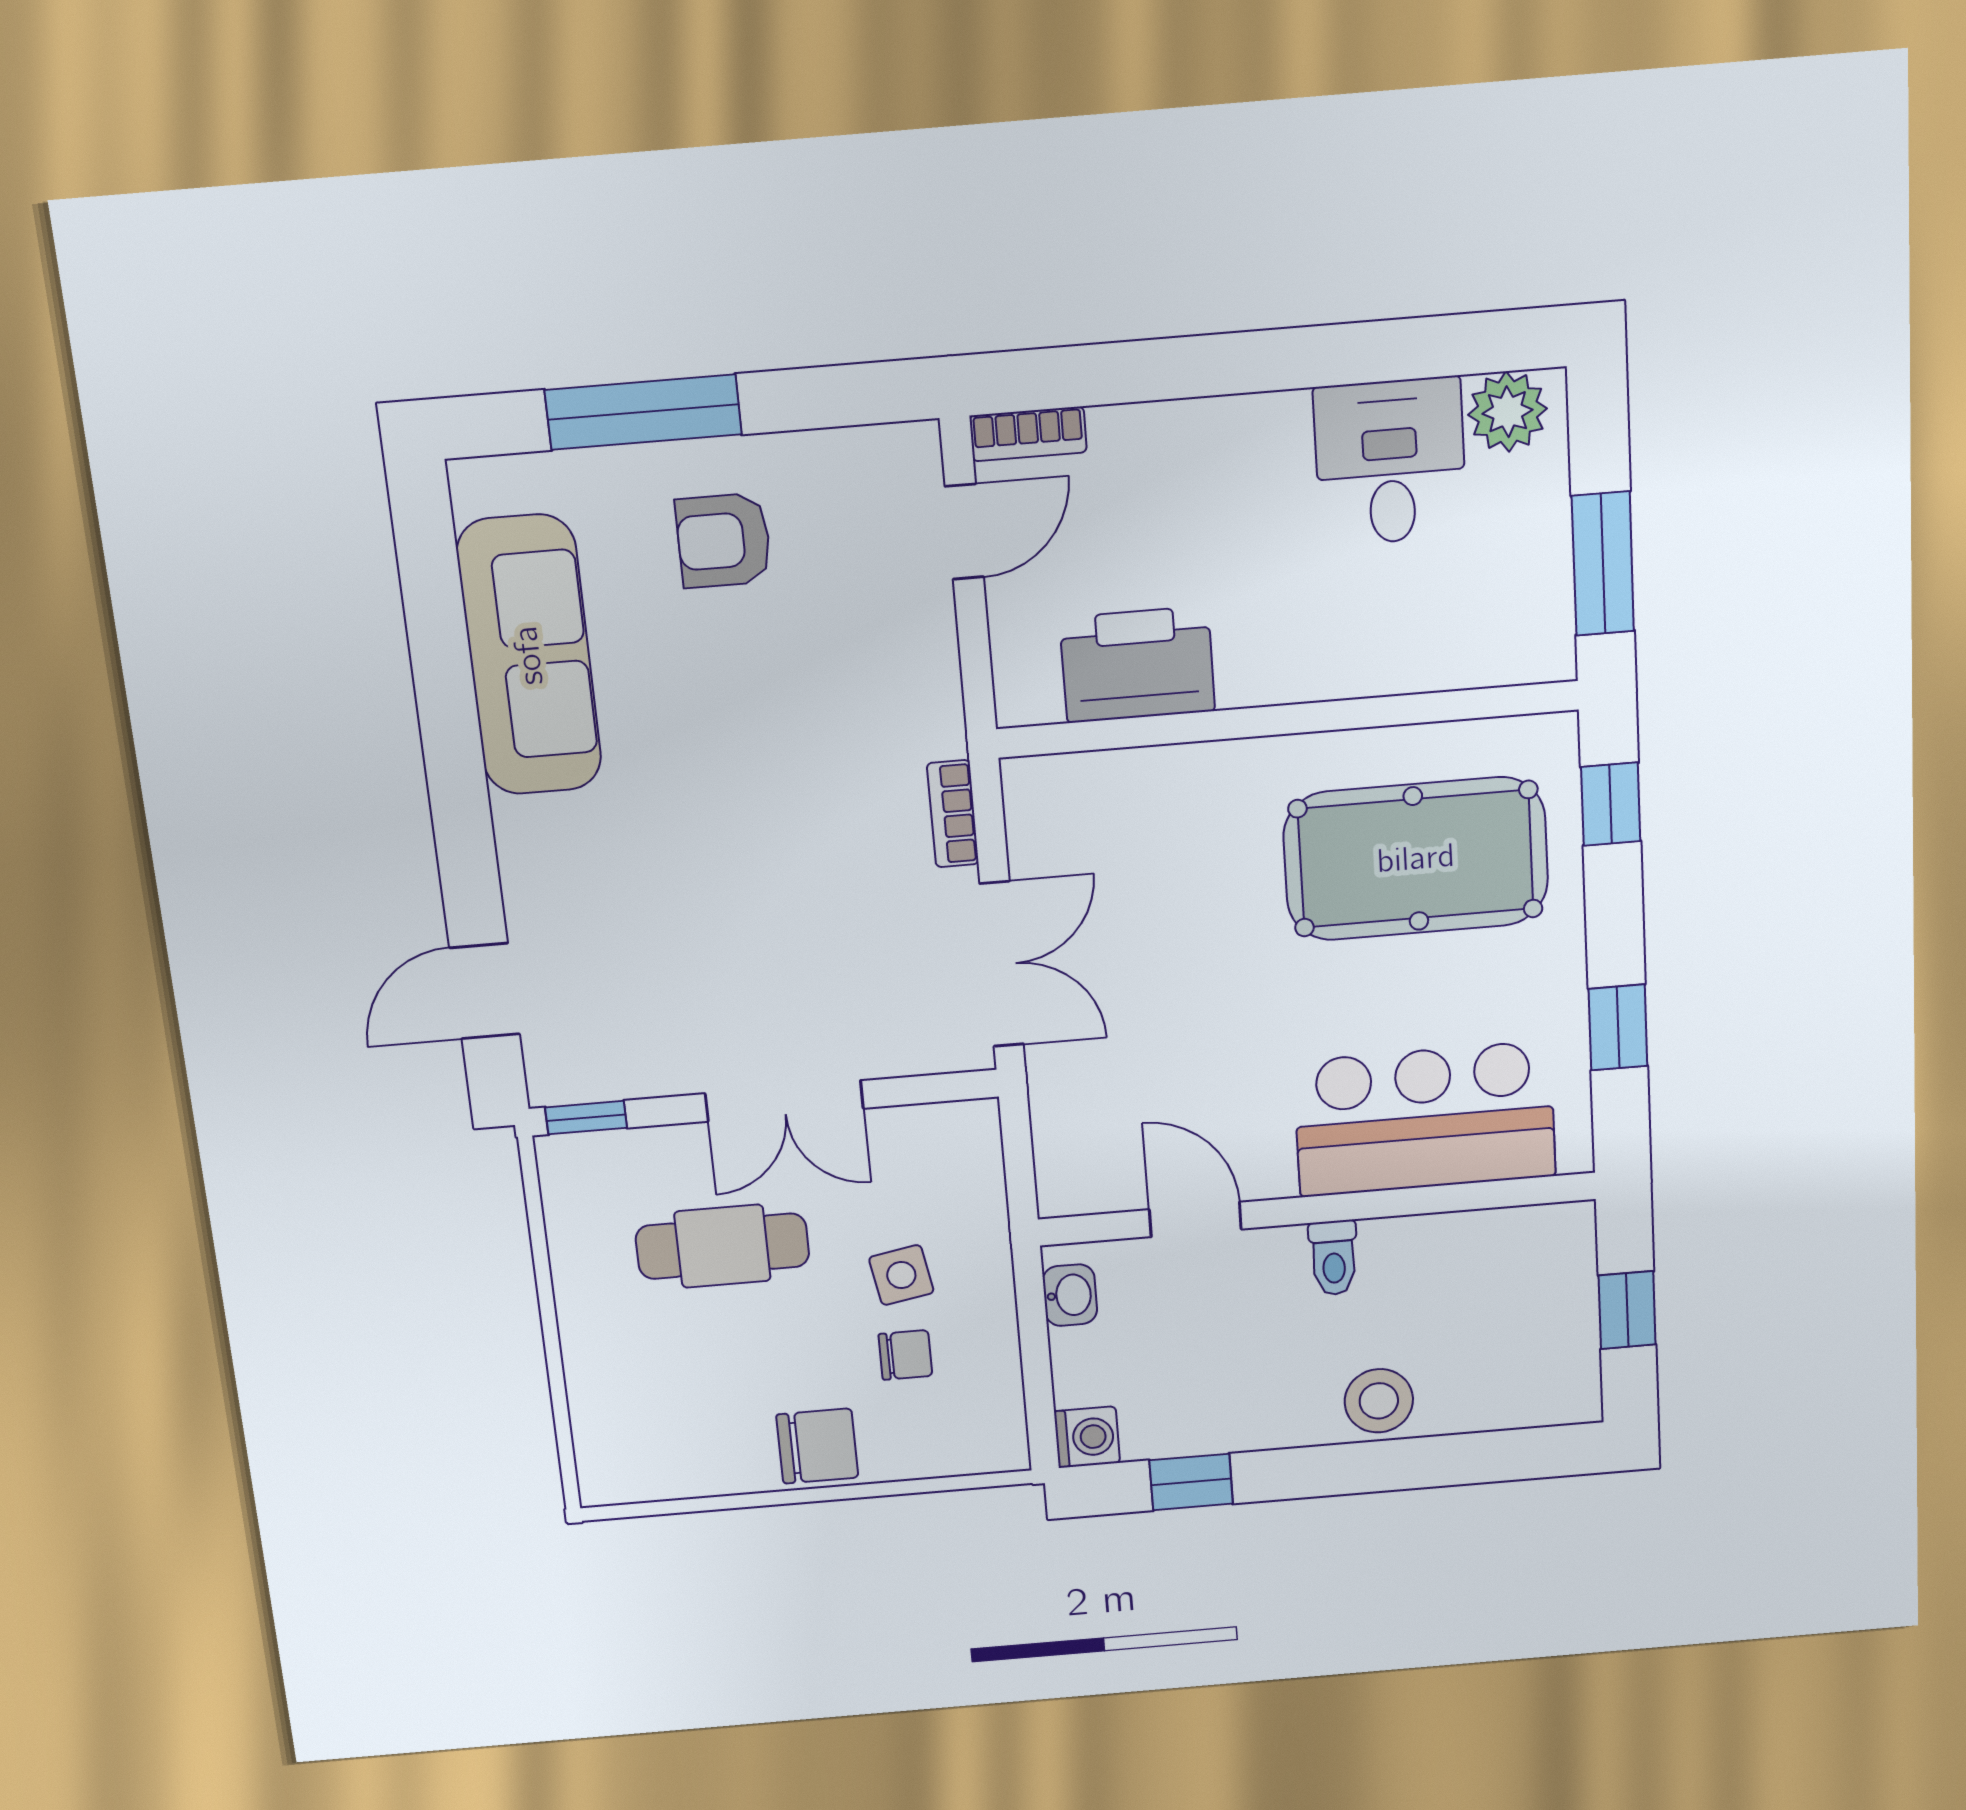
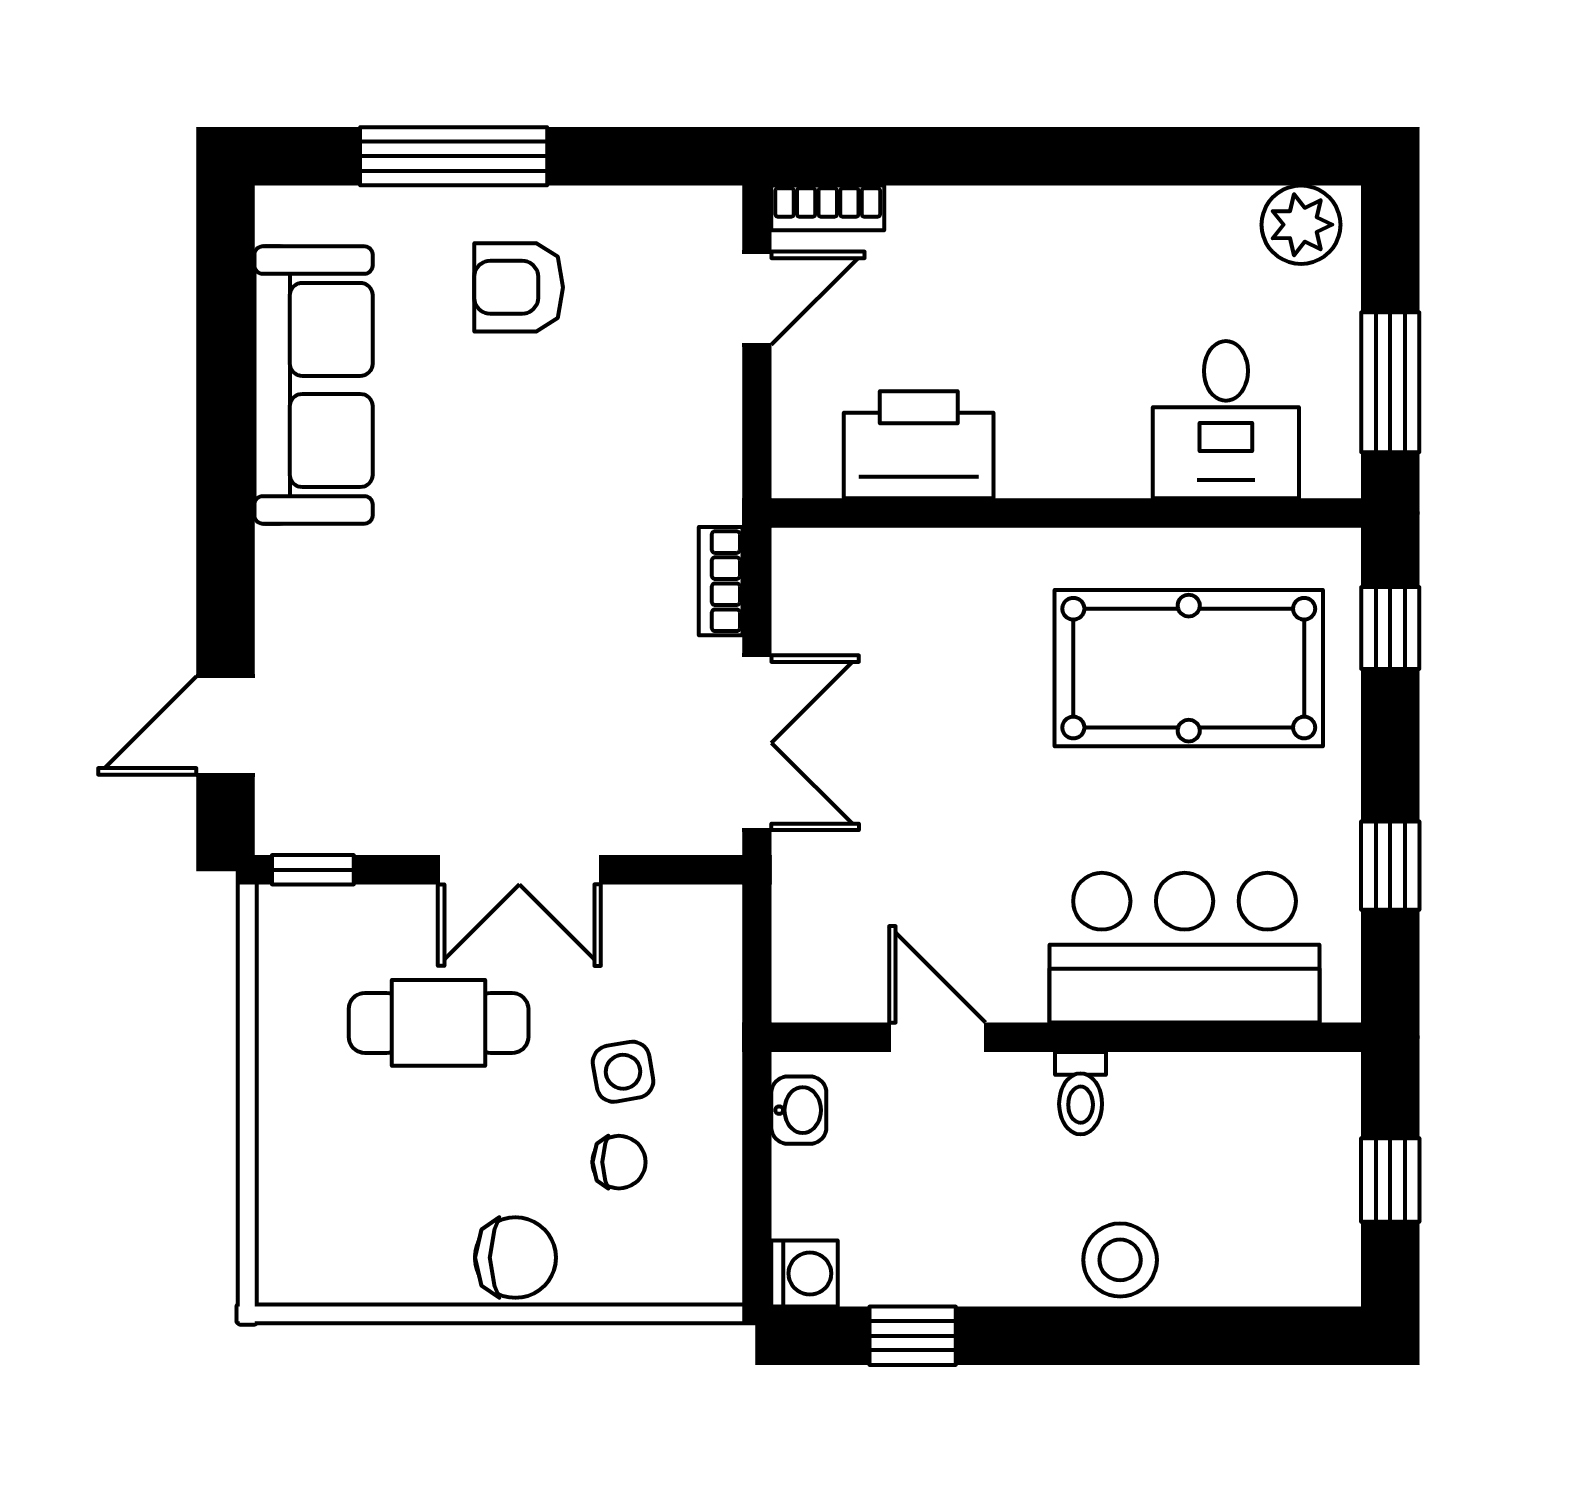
desk: (1390, 462) -> (1226, 420), moved, turned 180

